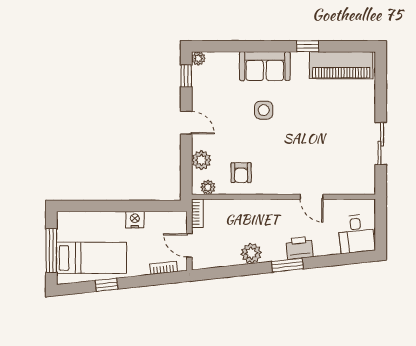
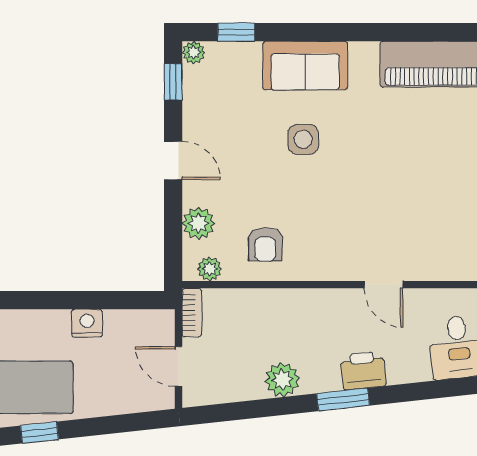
window: (308, 46) -> (236, 32), moved
bookcase: (164, 268) -> (135, 404), removed

